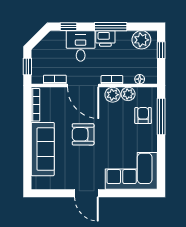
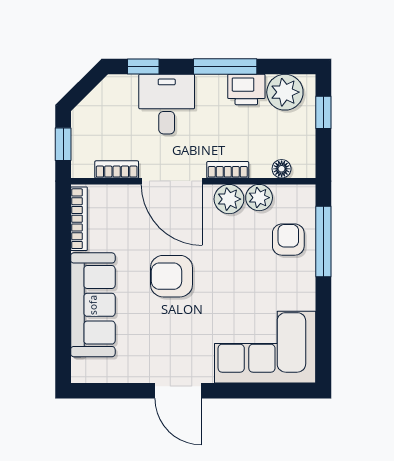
printer: (105, 38) -> (246, 89), moved

